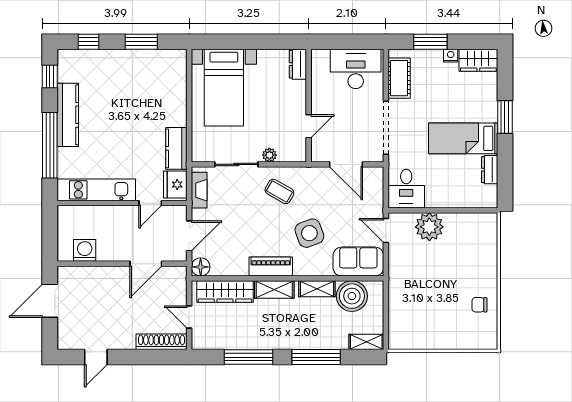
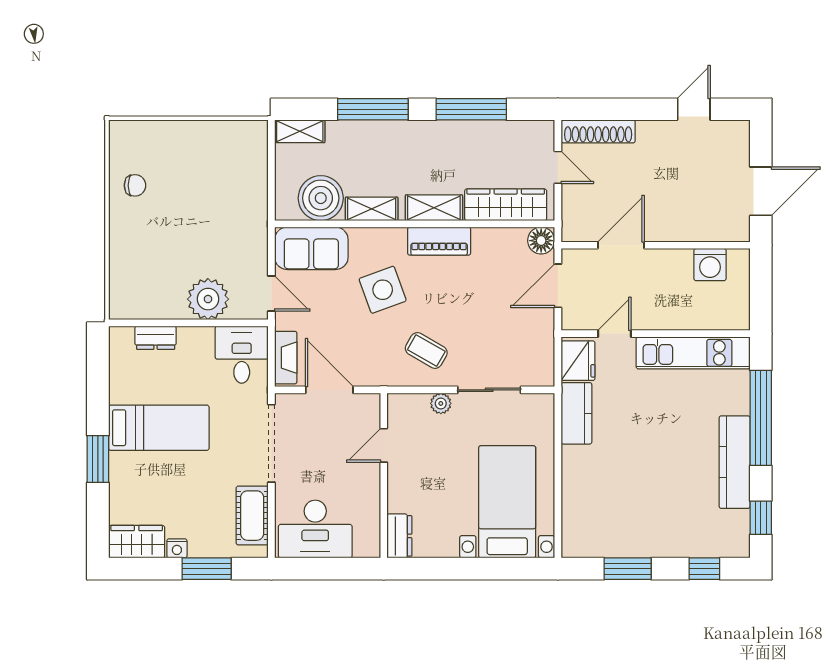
dresser: (490, 170) -> (156, 338), moved, turned 90
fireplace: (199, 190) -> (286, 358), moved, turned 180

